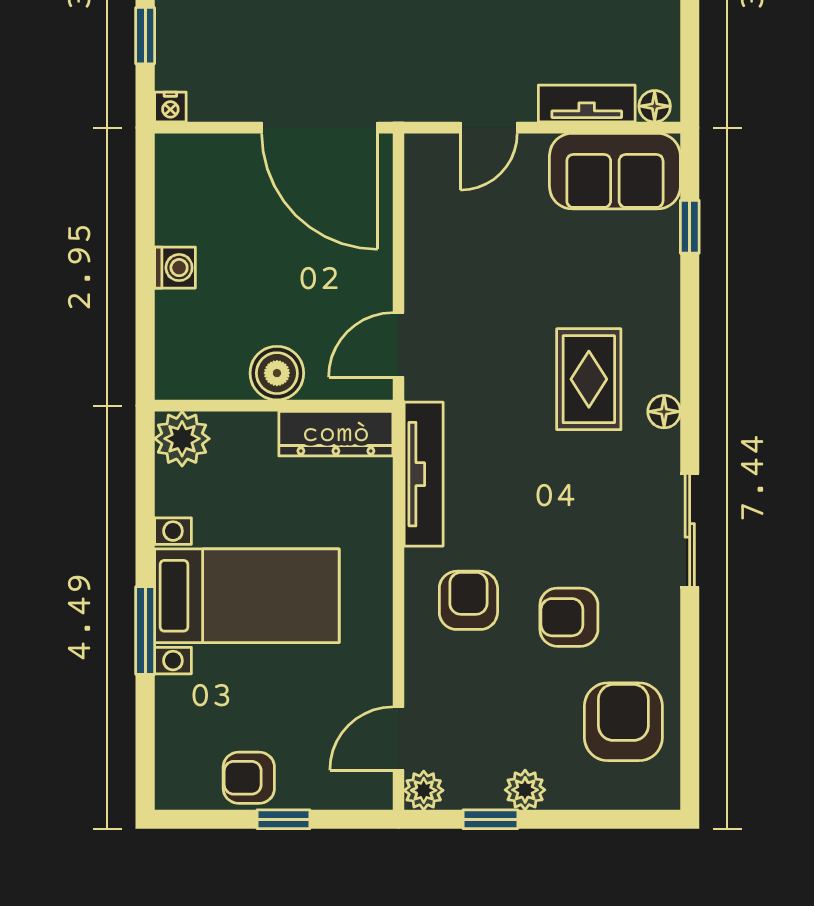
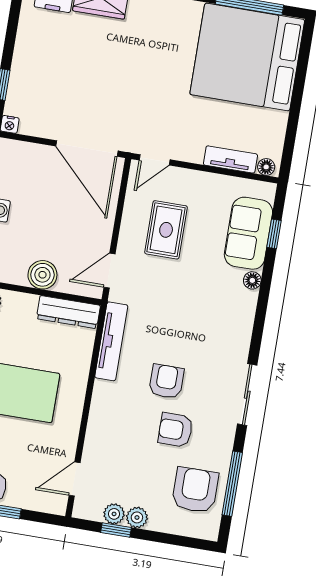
door: (489, 128) -> (155, 160), moved
sofa: (615, 171) -> (248, 233), moved, turned 90
rug: (589, 379) -> (166, 230), moved
floor lamp: (664, 412) -> (252, 280), moved
armchair: (468, 600) -> (166, 382), moved
window: (690, 699) -> (232, 484), added
plant: (424, 790) -> (114, 514), moved

